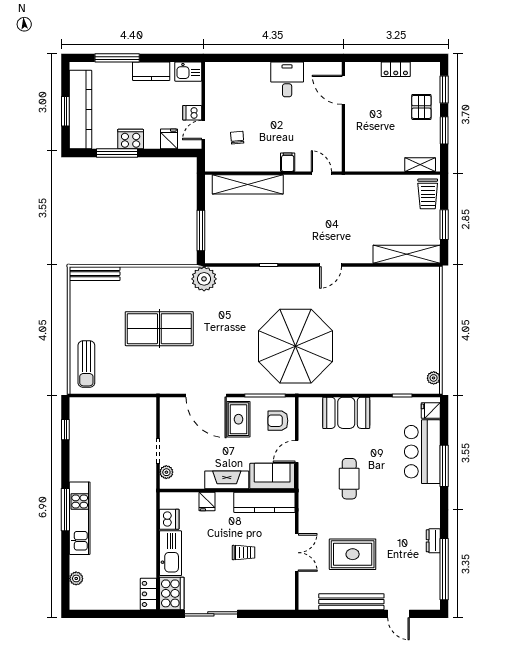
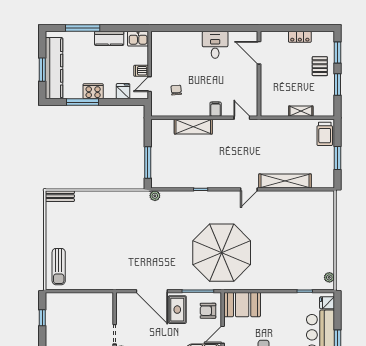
shelving: (420, 165) -> (301, 111), moved
shelving: (248, 184) -> (193, 127), width x0.68
shelving: (407, 254) -> (285, 181), moved
bench: (95, 274) -> (60, 196), width x0.73
plant: (204, 279) -> (155, 196), width x0.53, depth x0.53
table tennis table: (159, 329) -> (116, 239), removed
booth: (346, 413) -> (242, 305), moved

